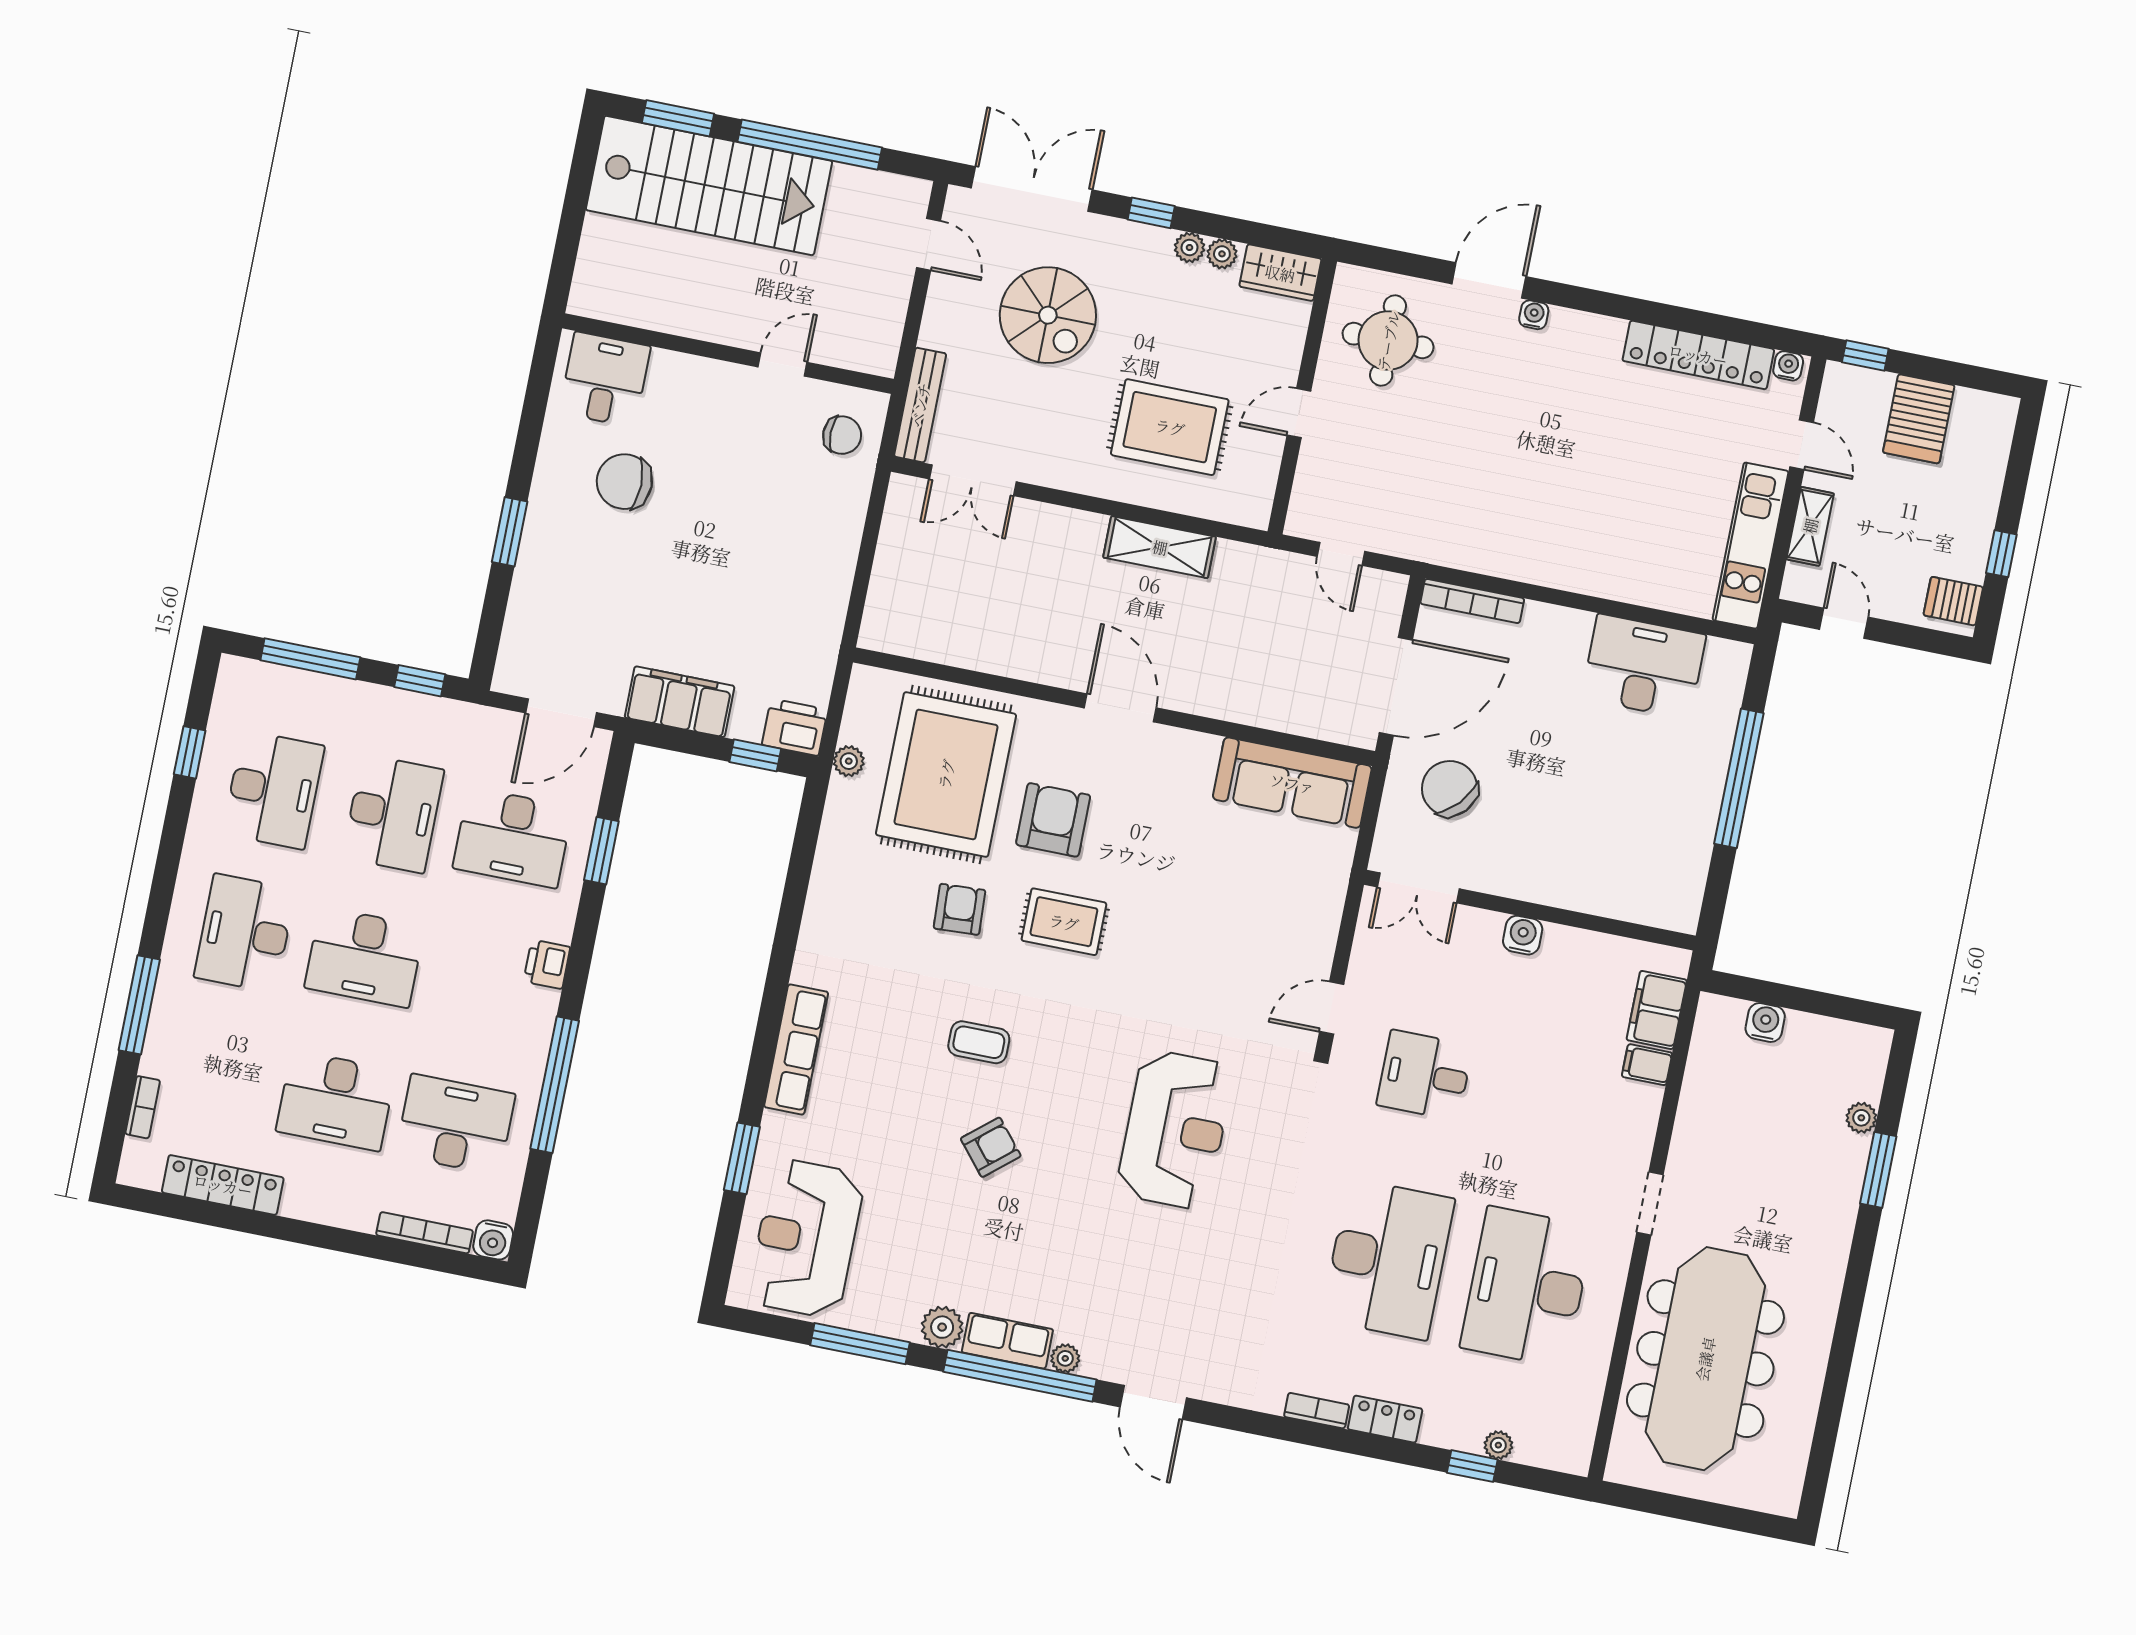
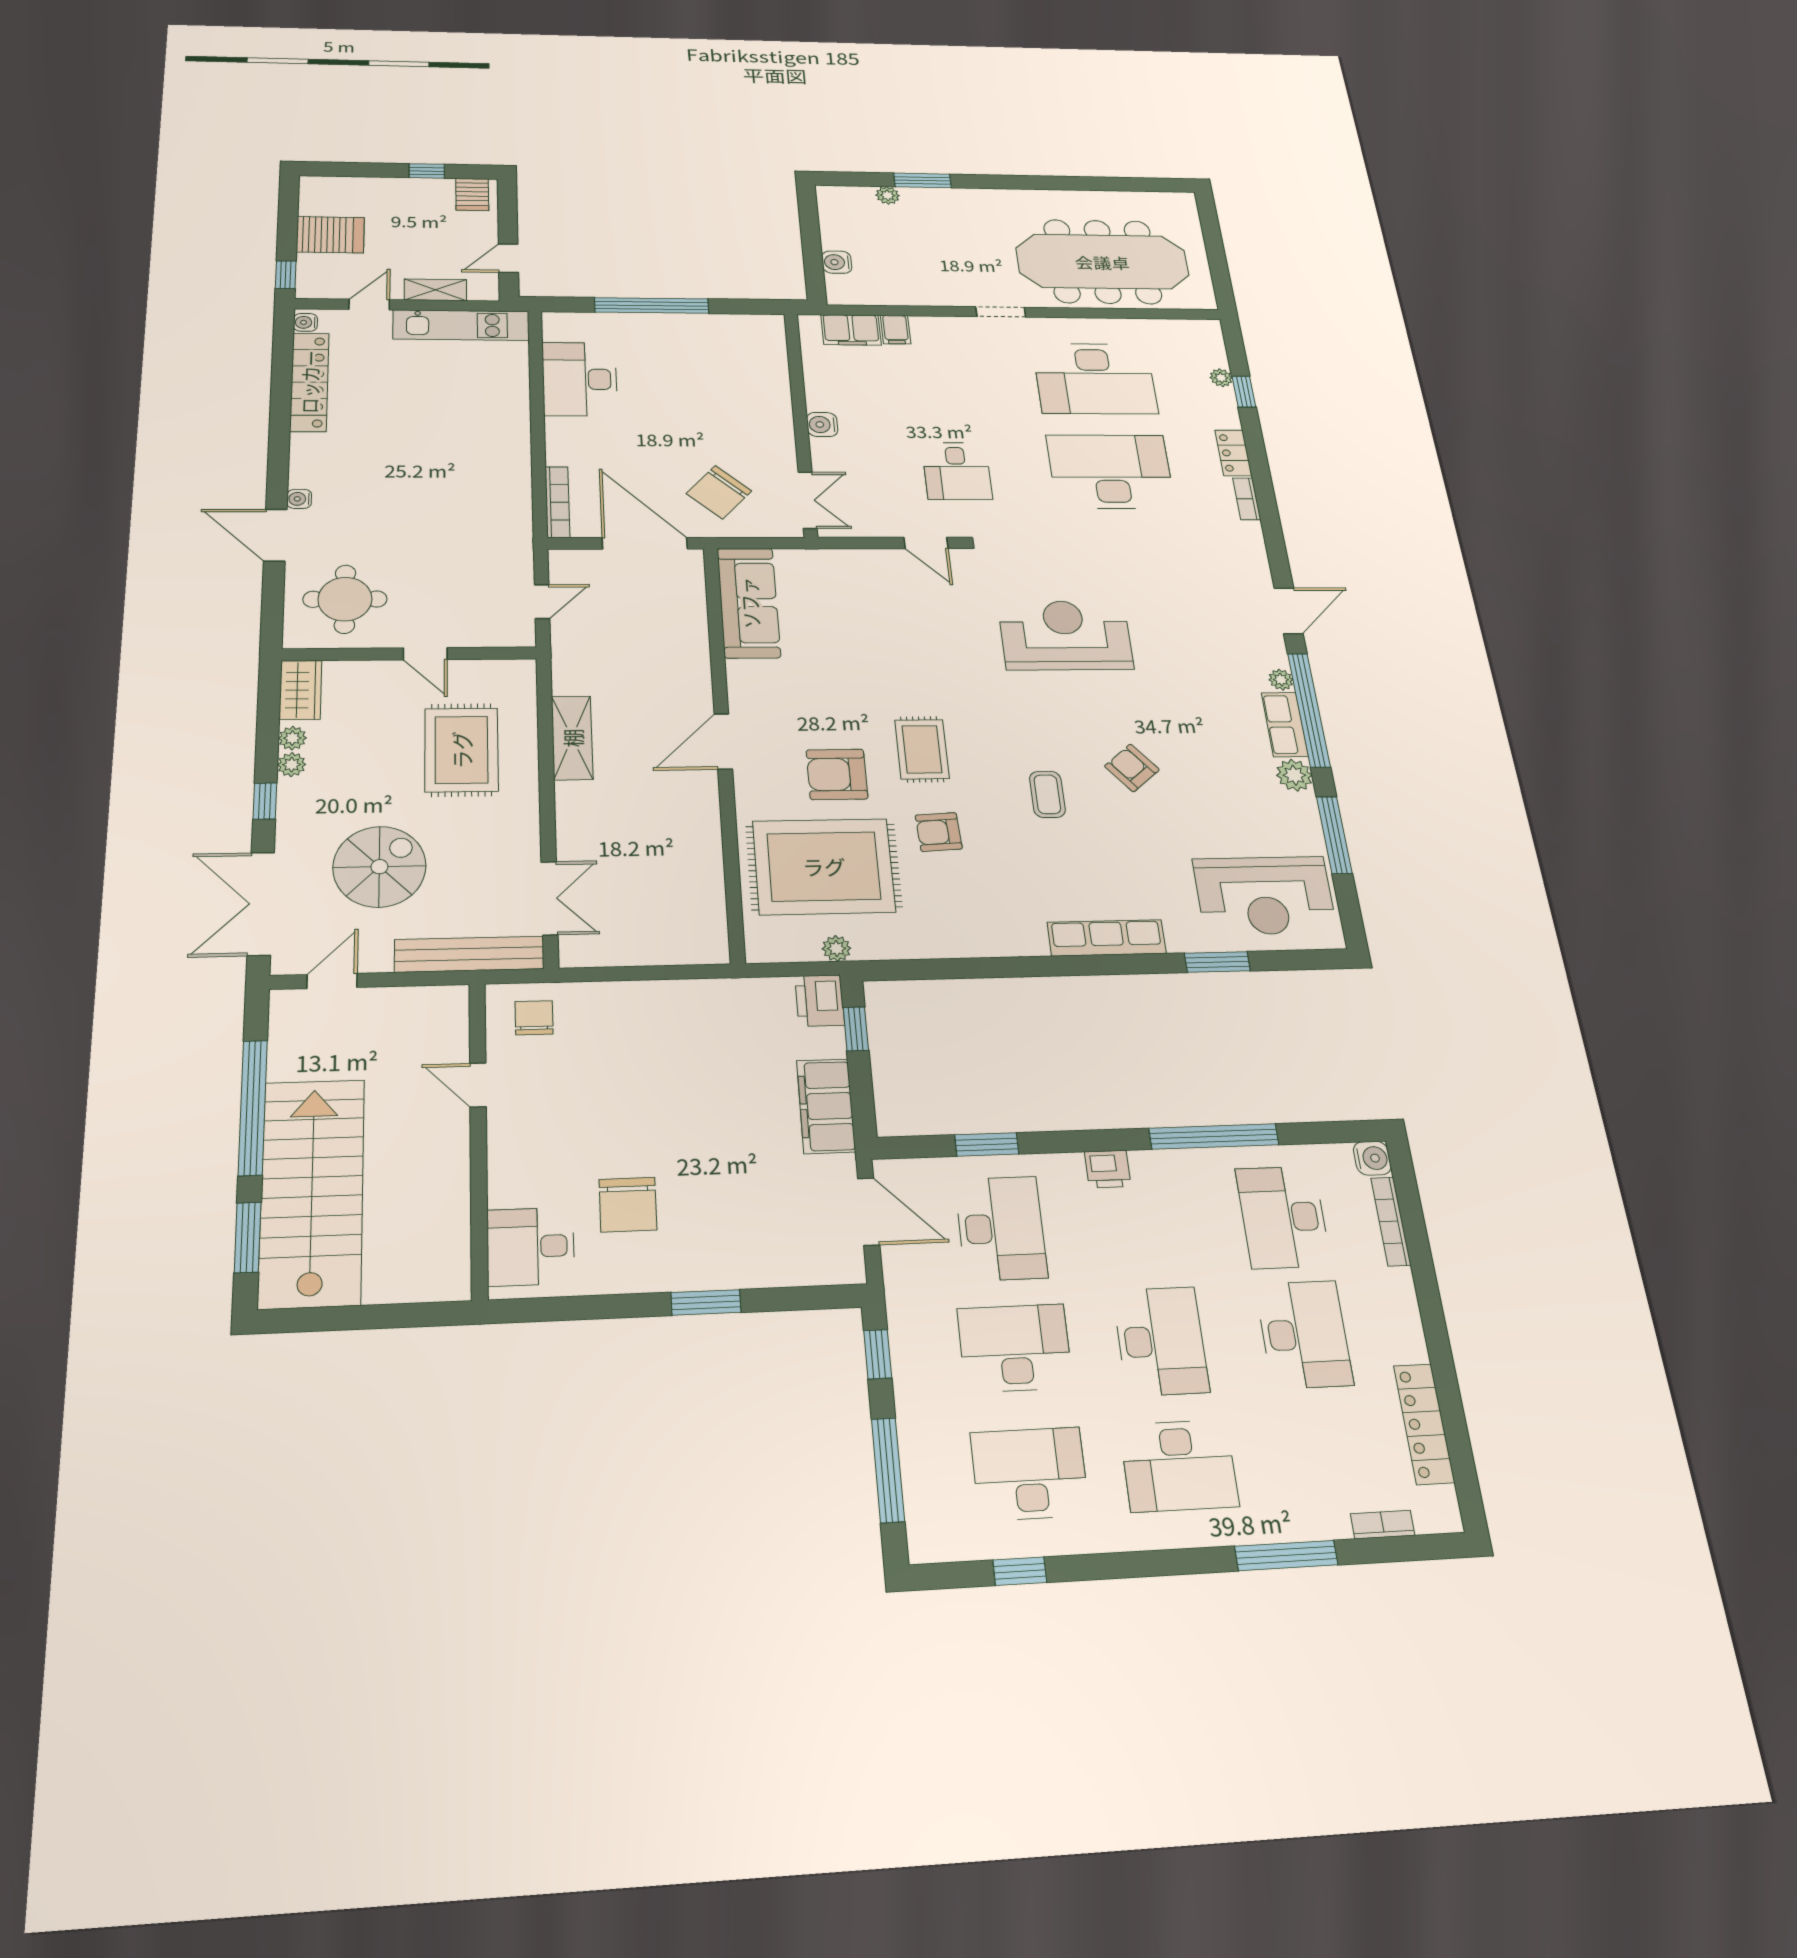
bench: (920, 405) -> (469, 954), width x1.37, depth x1.21

